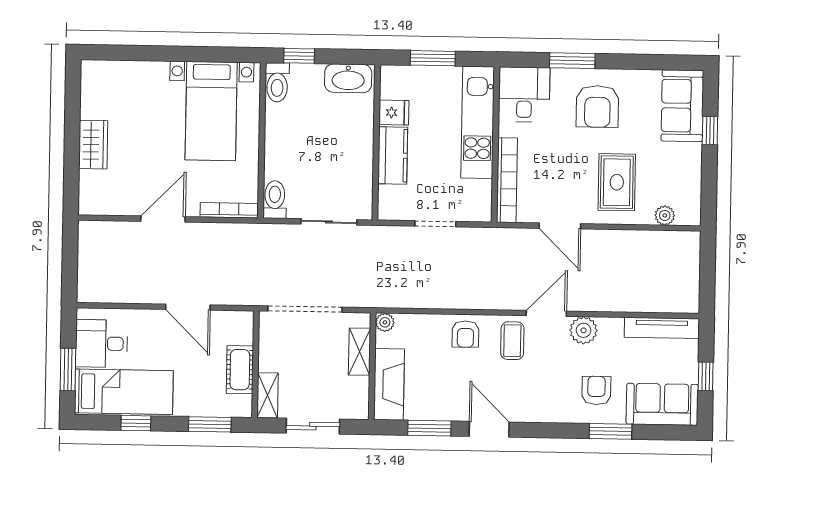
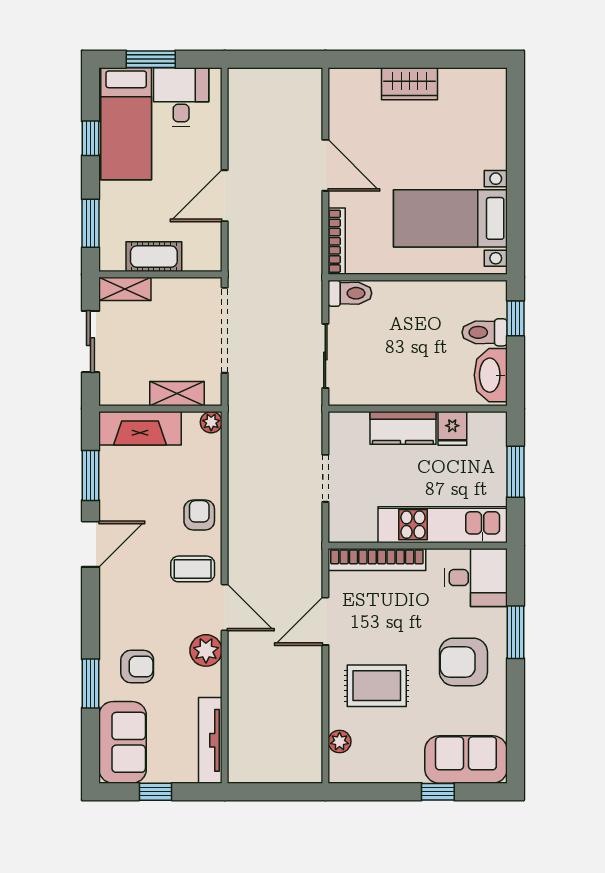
toilet: (277, 82) -> (485, 332), moved
armchair: (465, 334) -> (199, 515), turned 90

